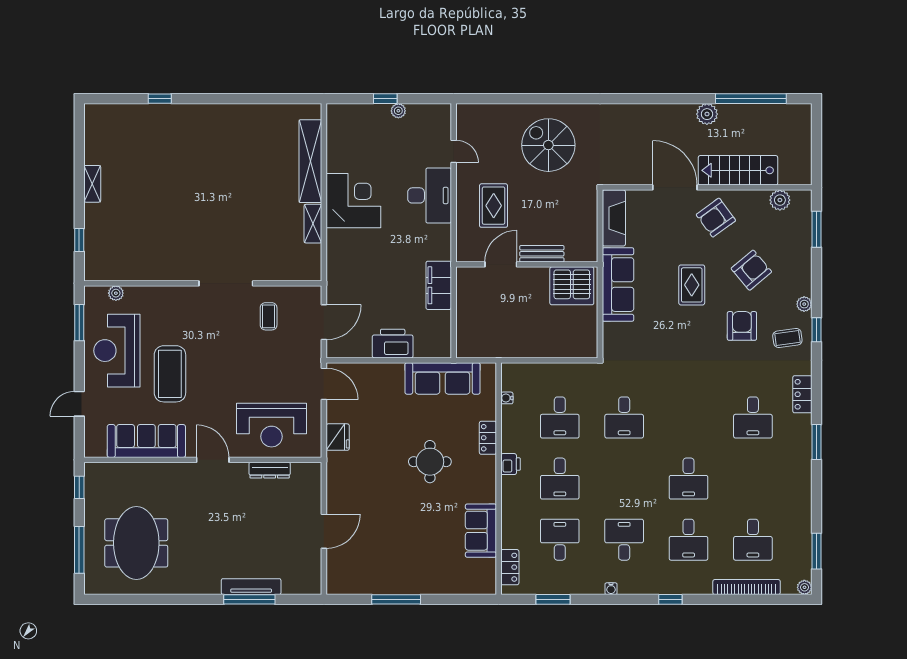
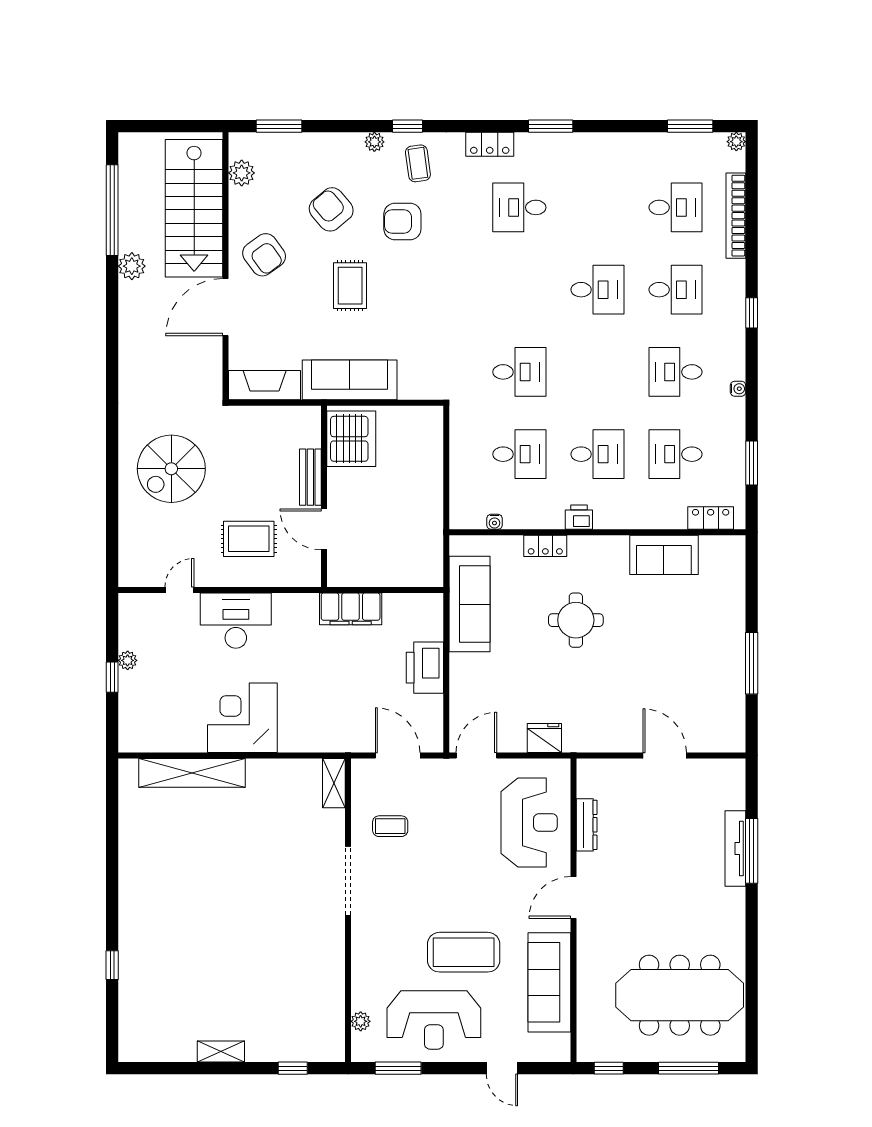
stairs: (738, 170) -> (194, 208), width x1.36, depth x1.51
shelving: (313, 224) -> (334, 783), moved, turned 90
rug: (692, 285) -> (350, 286), turned 90
desk: (753, 417) -> (519, 207), turned 180
meeting table: (136, 543) -> (680, 995), width x1.36

